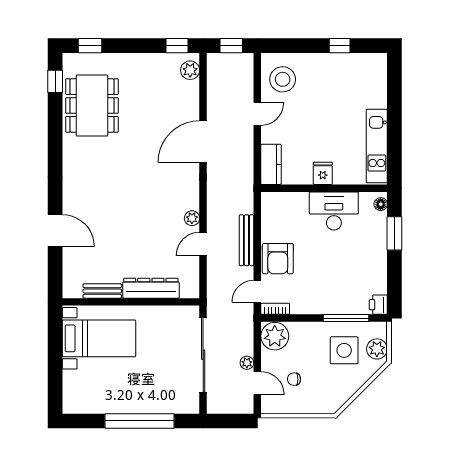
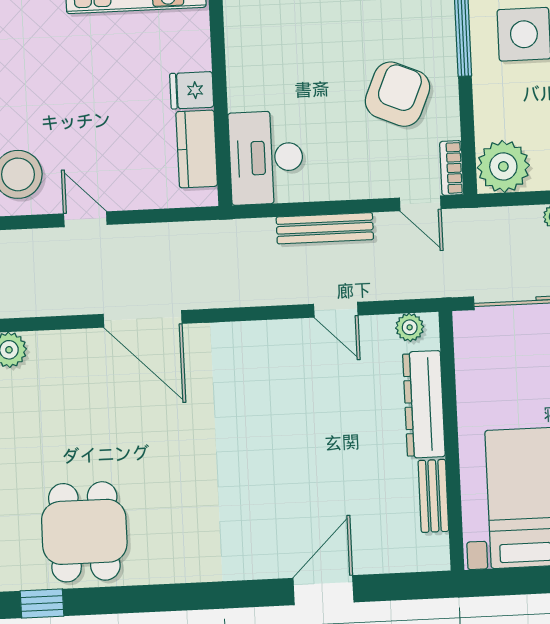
dining table: (92, 105) -> (84, 532), width x0.73
kitchen counter: (271, 164) -> (197, 149), moved, turned -90
desk: (334, 211) -> (266, 158), moved
plant: (192, 218) -> (410, 327), moved
armchair: (278, 259) -> (398, 94), moved, turned -67

